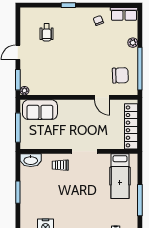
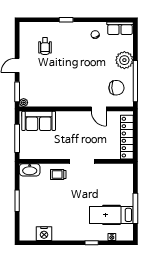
plant: (133, 43) -> (124, 60), width x1.87, depth x1.87
hospital bed: (120, 176) -> (111, 215), moved, turned 90

